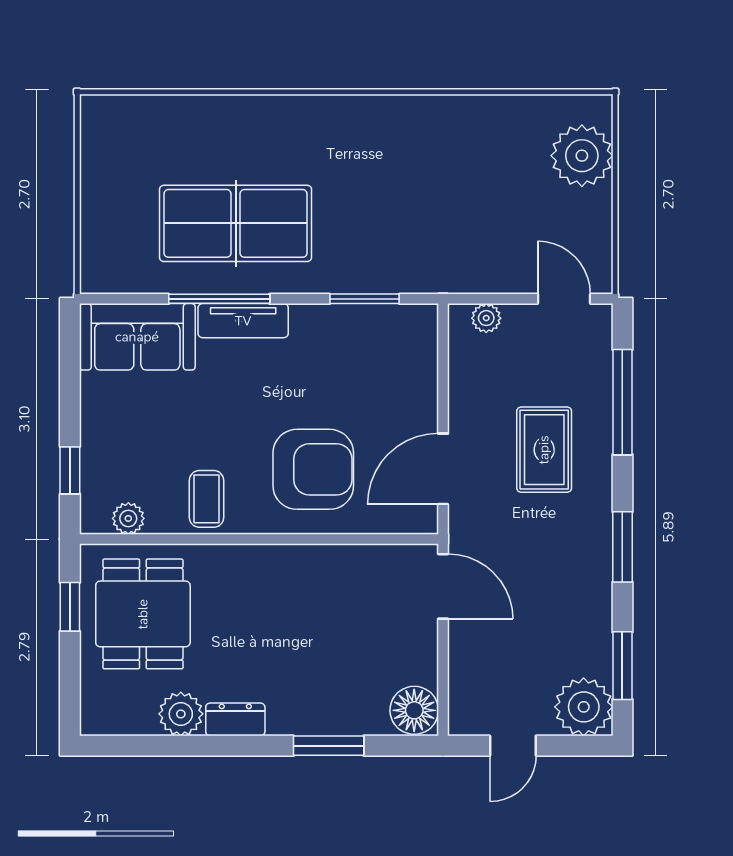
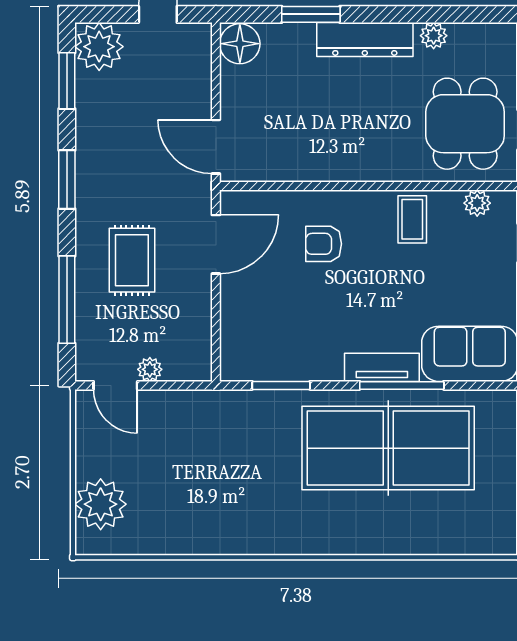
table tennis table: (236, 223) -> (388, 448), width x1.36, depth x1.32
plant: (486, 318) -> (150, 369), moved
armchair: (313, 469) -> (324, 244), width x0.53, depth x0.53
plant: (181, 714) -> (434, 36), width x0.73, depth x0.73
dresser: (235, 719) -> (365, 40), width x1.96, depth x1.24

